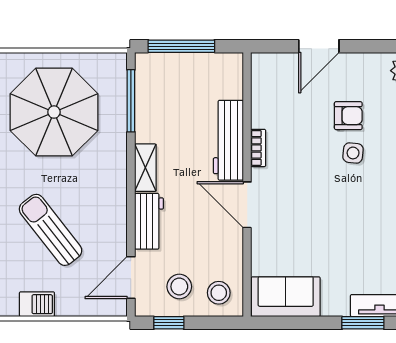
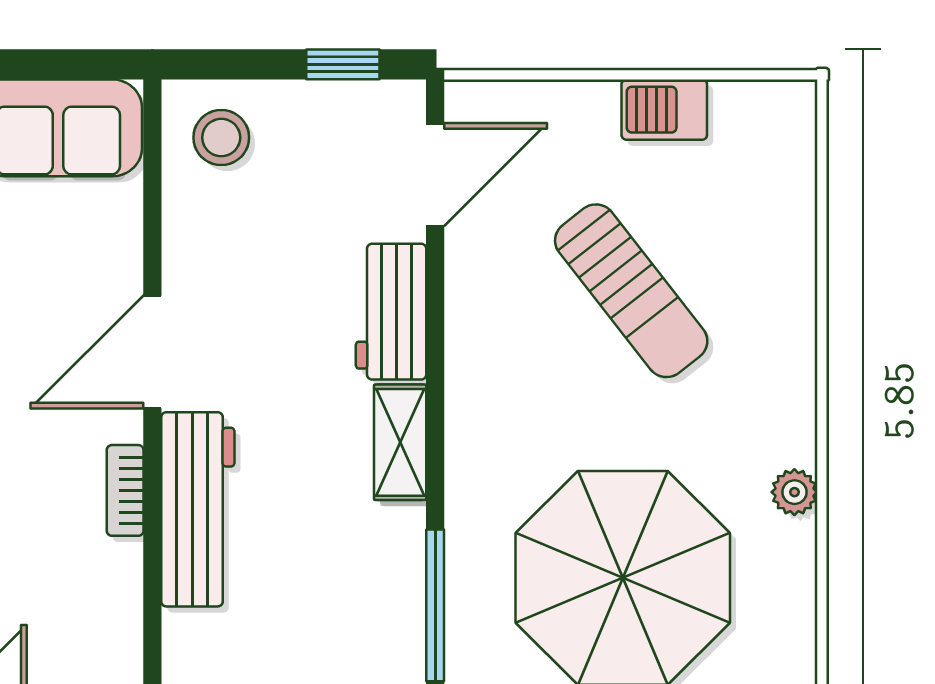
door: (247, 205) -> (152, 352), swing flipped
stool: (179, 287) -> (317, 153), removed

